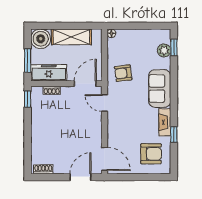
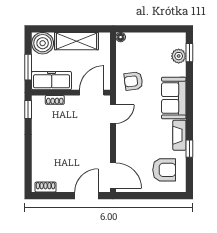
door: (105, 103) -> (113, 114), swing flipped

